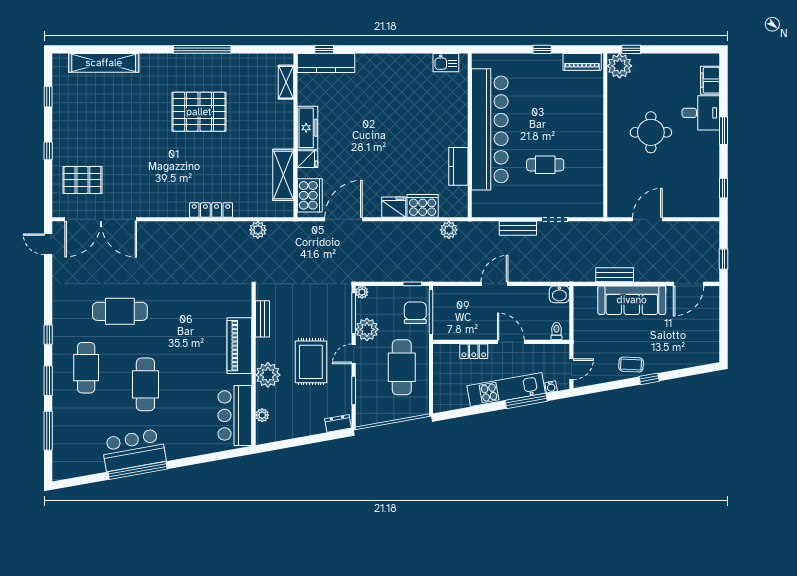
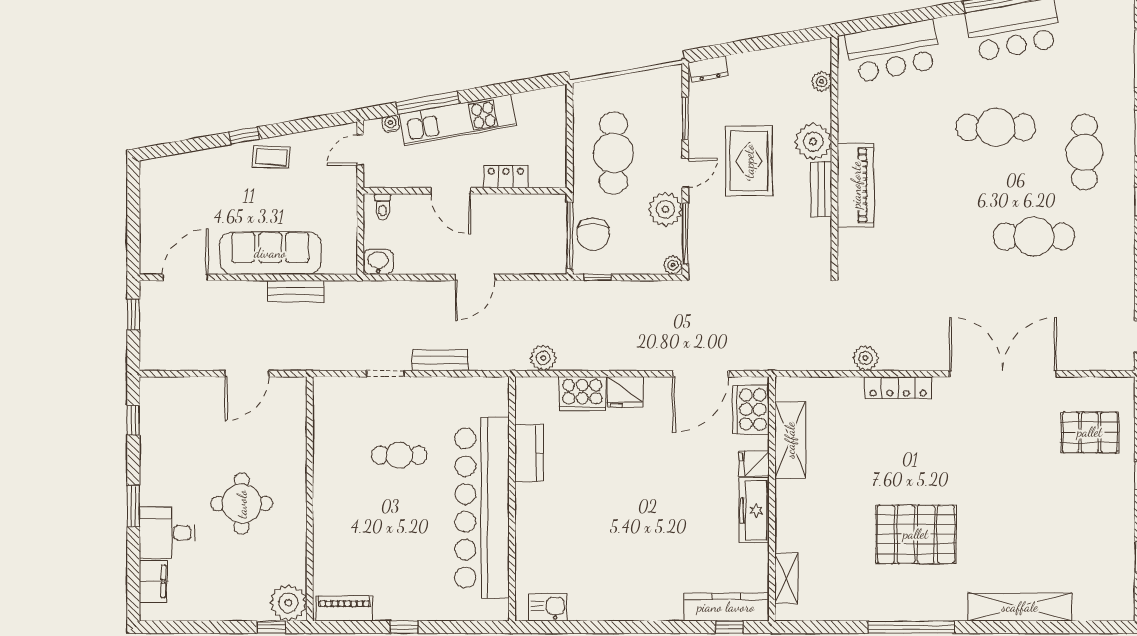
shelving: (104, 63) -> (1020, 607), moved
double door: (101, 219) -> (1003, 374), moved
plant: (258, 230) -> (866, 358), moved
bench: (262, 319) -> (821, 189), moved
cafe table: (145, 384) -> (996, 127), turned 90
bar counter: (235, 415) -> (893, 51), moved, turned 80

